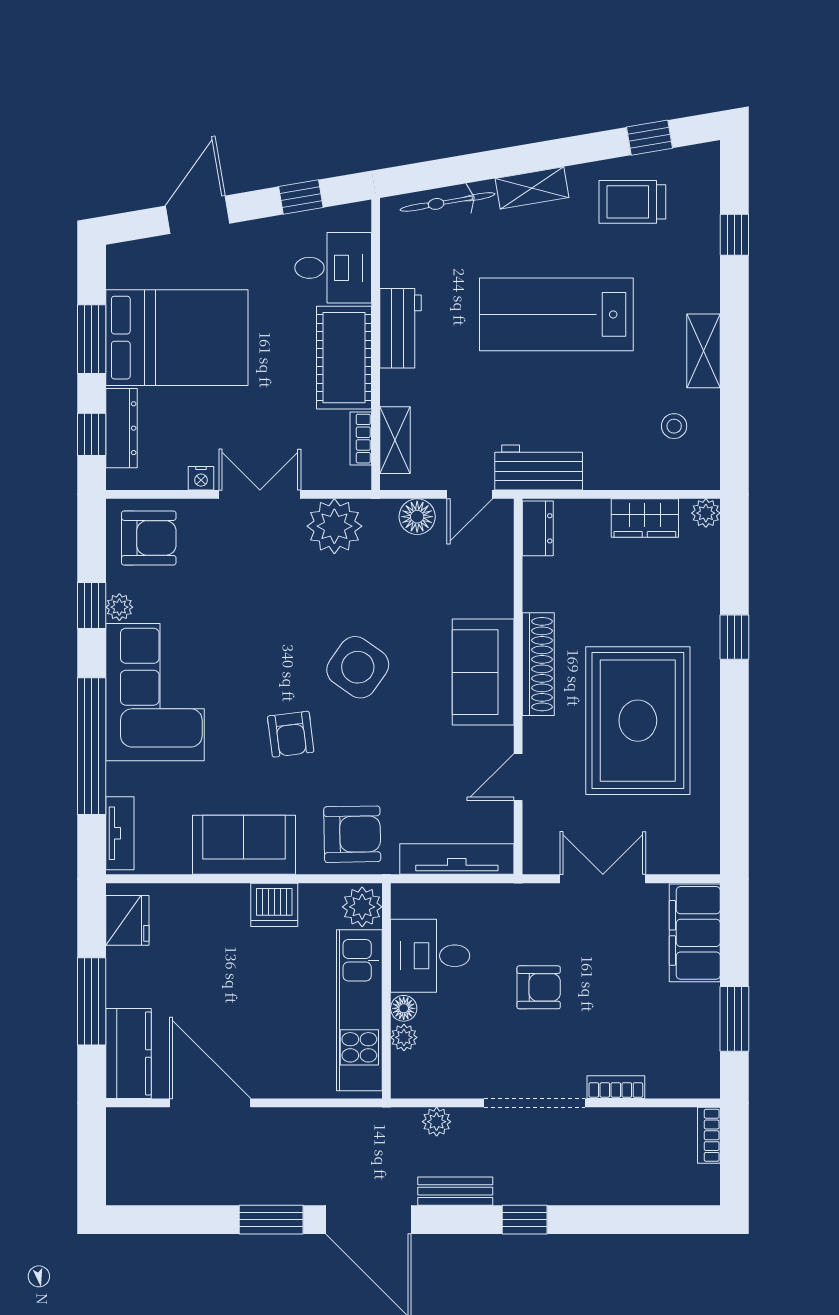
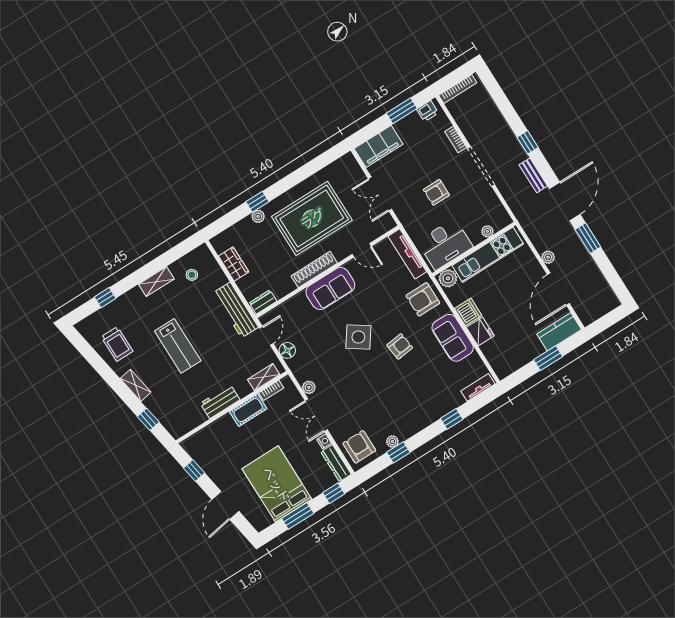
window: (649, 138) -> (148, 419), moved
bicycle: (447, 202) -> (161, 414), removed
door: (198, 215) -> (225, 505), hinge flipped
desk: (333, 268) -> (213, 441), removed
lab bench: (556, 314) -> (178, 346), width x0.73, depth x0.72
cot: (344, 358) -> (248, 410), width x0.73, depth x0.75
dresser: (121, 428) -> (336, 463), moved, turned -90
workbench: (539, 468) -> (236, 310), width x1.38
door: (470, 494) -> (266, 336), hinge flipped
plant: (706, 513) -> (258, 216), moved
plant: (334, 526) -> (309, 387), width x0.53, depth x0.53
corner sofa: (155, 692) -> (416, 408), removed
window: (92, 746) -> (452, 419), width x0.32
armchair: (352, 834) -> (423, 299), turned -89
fridge: (127, 920) -> (480, 331), moved, turned 90
desk: (430, 956) -> (445, 244), width x1.37
armchair: (539, 987) -> (436, 192), turned -90
window: (92, 1001) -> (548, 358), width x0.69
floor lamp: (404, 1008) -> (476, 238), removed
printer: (703, 1067) -> (427, 111), added
plant: (437, 1122) -> (548, 257), moved
bookcase: (709, 1135) -> (458, 89), width x1.56

